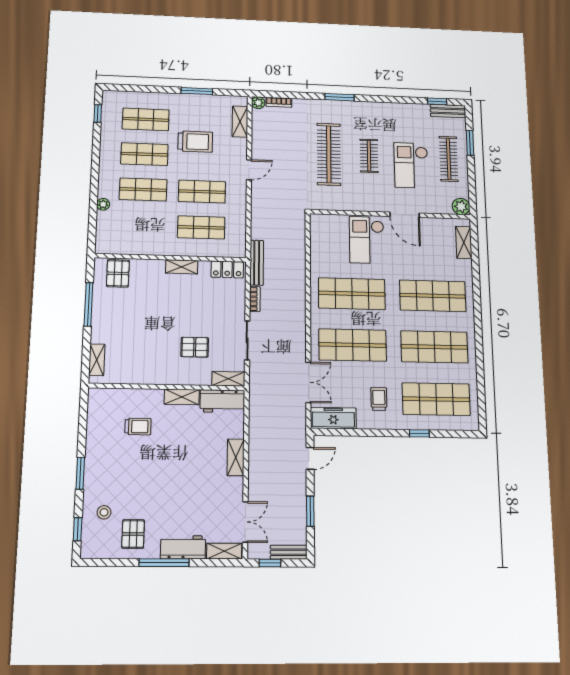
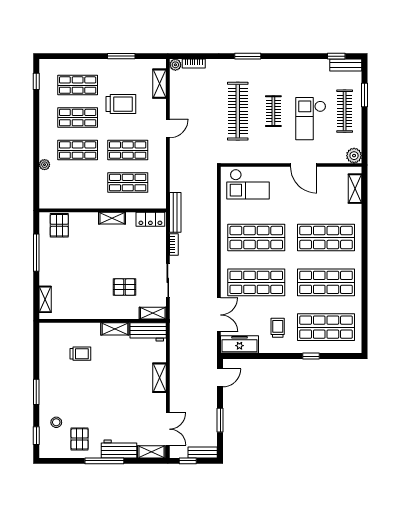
checkout: (367, 240) -> (248, 184), moved, turned -90

